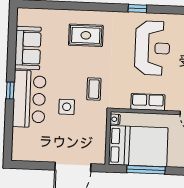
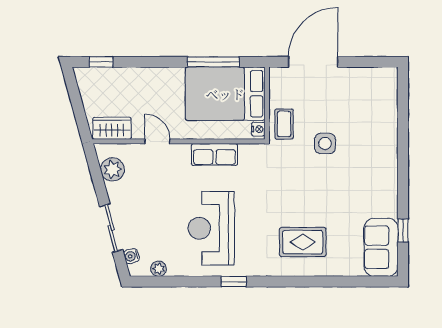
sofa: (28, 48) -> (381, 247), moved
coffee table: (94, 89) -> (284, 124), moved
window: (10, 91) -> (403, 230), moved
bar counter: (29, 99) -> (376, 152), removed

